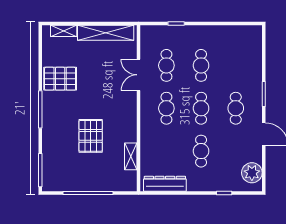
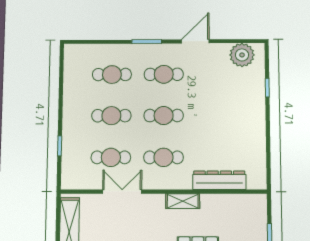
double door: (138, 75) -> (122, 192), swing flipped
cafe table: (201, 151) -> (112, 75), moved
shelving: (131, 156) -> (183, 201), moved
dresser: (165, 184) -> (219, 180), moved, turned 90

